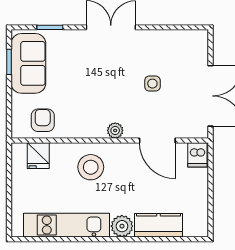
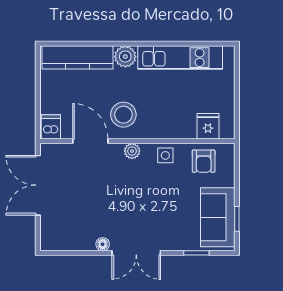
floor lamp: (145, 36) -> (103, 244), added
side table: (152, 84) -> (165, 155), moved
stool: (91, 167) -> (123, 115), moved
kitchen counter: (158, 225) -> (77, 57), width x1.50

